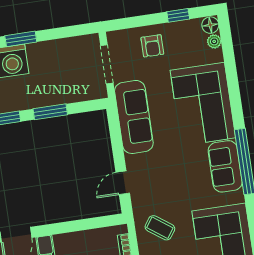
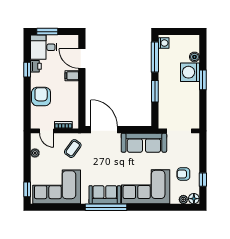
armchair: (152, 46) -> (183, 174), moved
door: (123, 183) -> (104, 130), width x1.87

